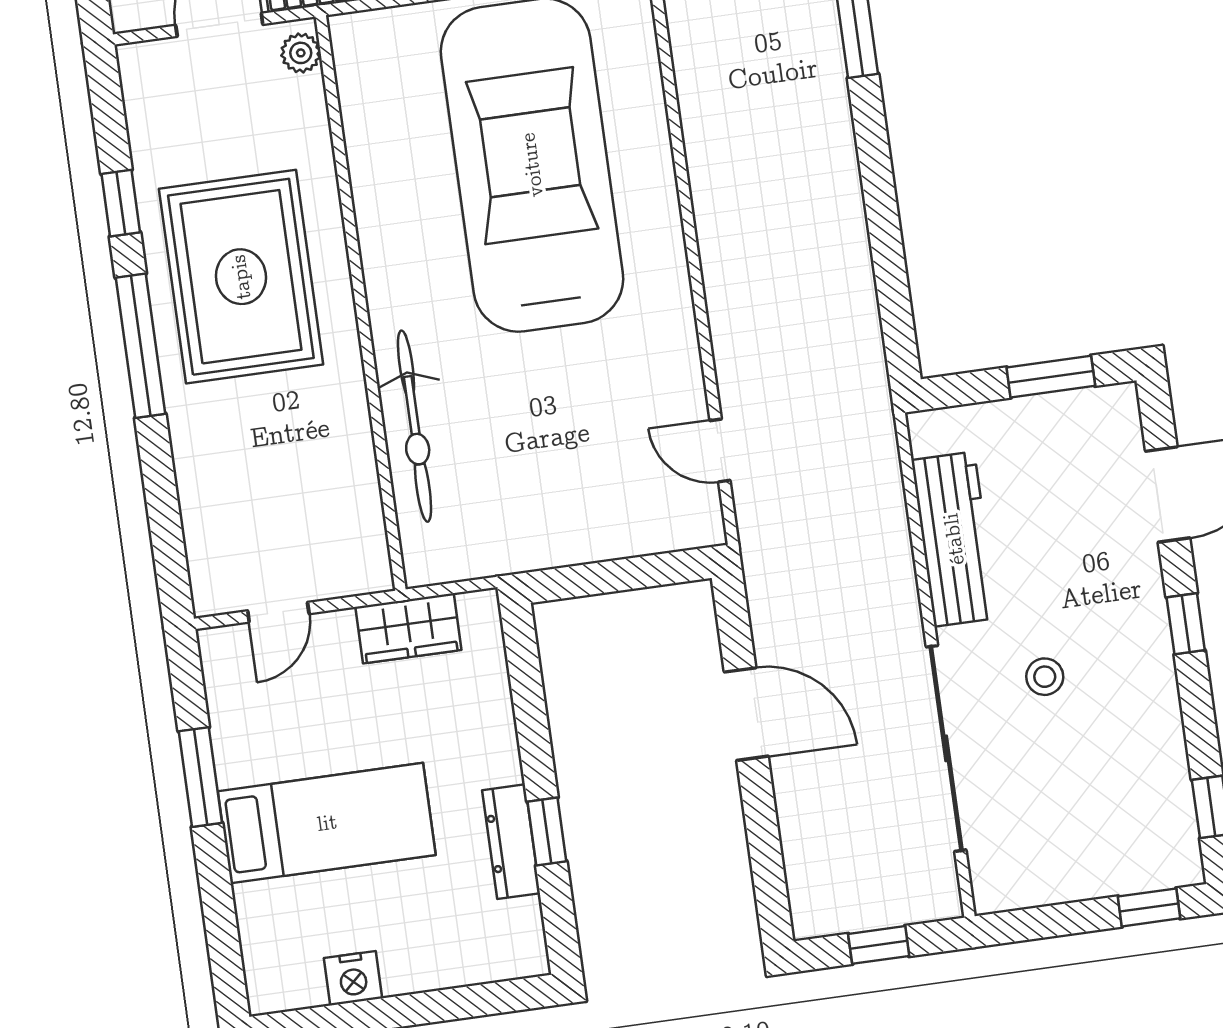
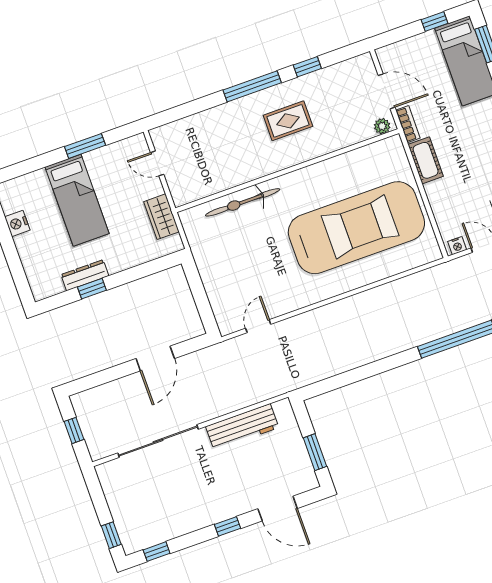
rug: (241, 277) -> (288, 121), width x0.54, depth x0.49
stool: (1045, 677) -> (195, 474), removed

